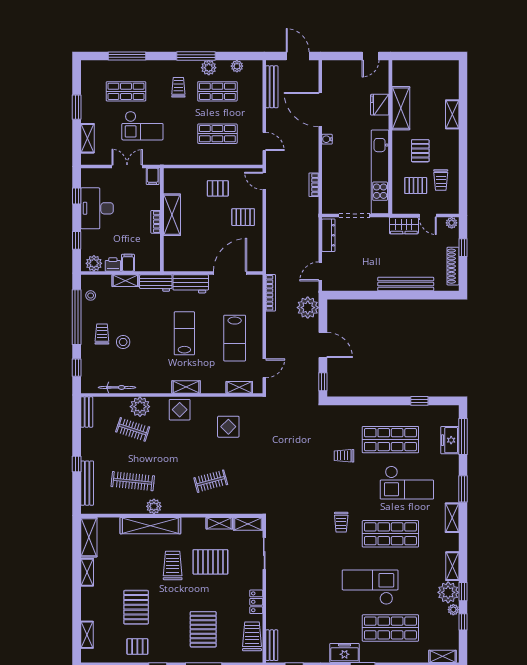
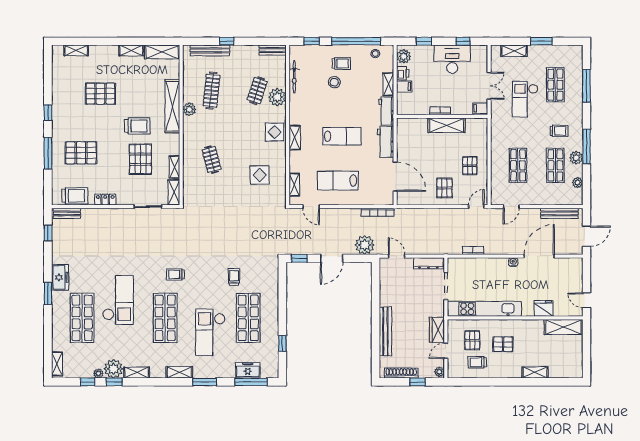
shelving: (401, 108) -> (564, 327), moved
pallet: (137, 647) -> (66, 95), removed

